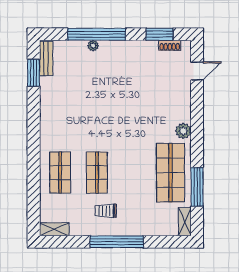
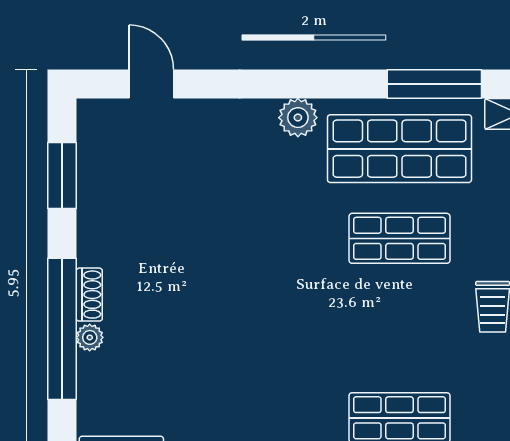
shoe rack: (170, 45) -> (89, 295), moved
shop shelf: (97, 173) -> (399, 238), moved

